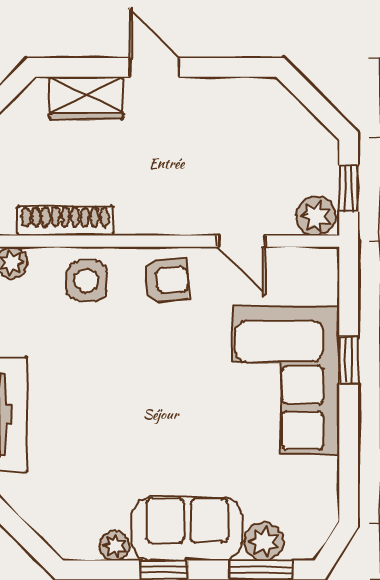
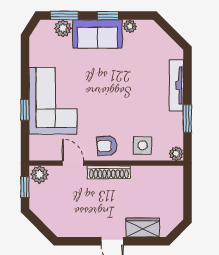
shoe rack: (65, 221) -> (109, 172), moved

